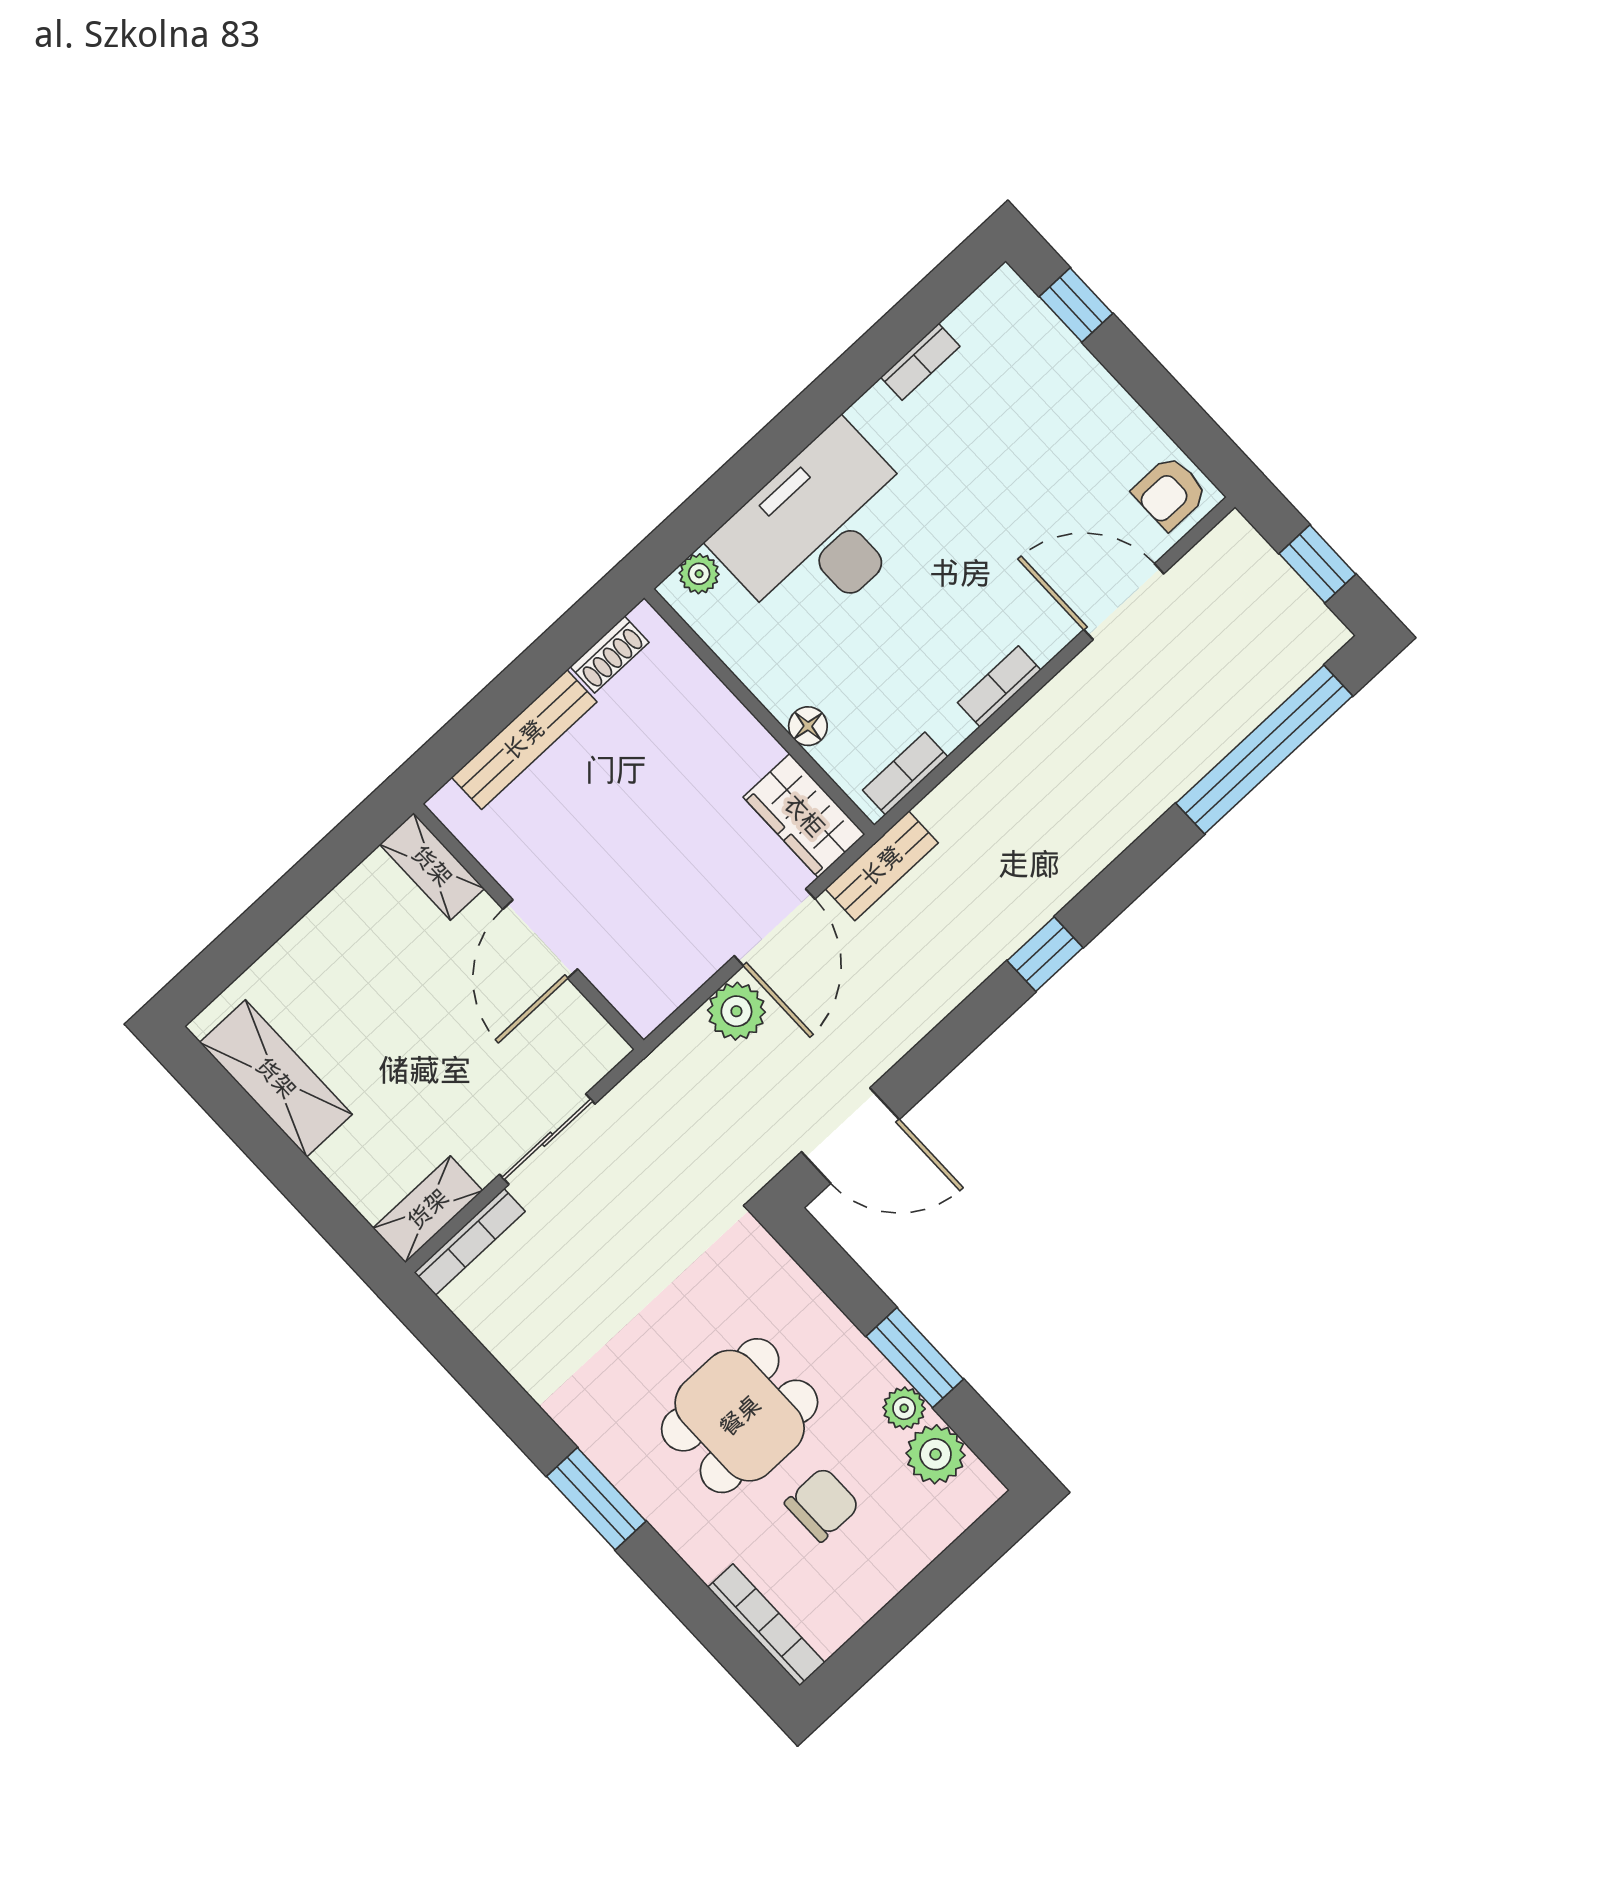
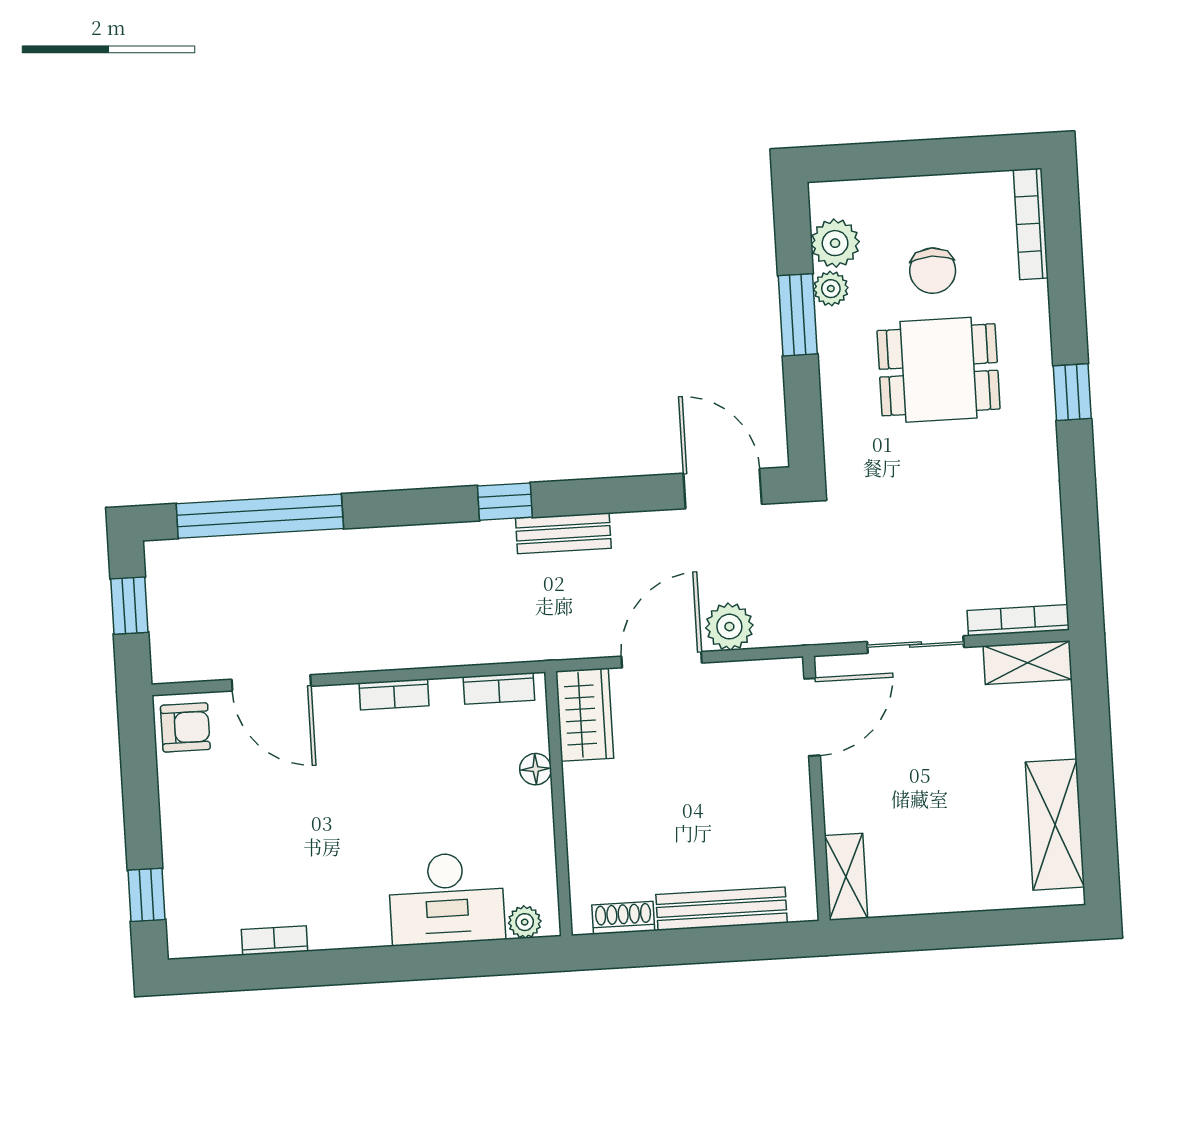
desk: (820, 530) -> (447, 899), width x0.73, depth x0.77
bench: (882, 866) -> (563, 533), moved
door: (540, 939) -> (812, 717), moved
window: (596, 1499) -> (1072, 392), width x0.67
chair: (822, 1504) -> (933, 271), turned -90

